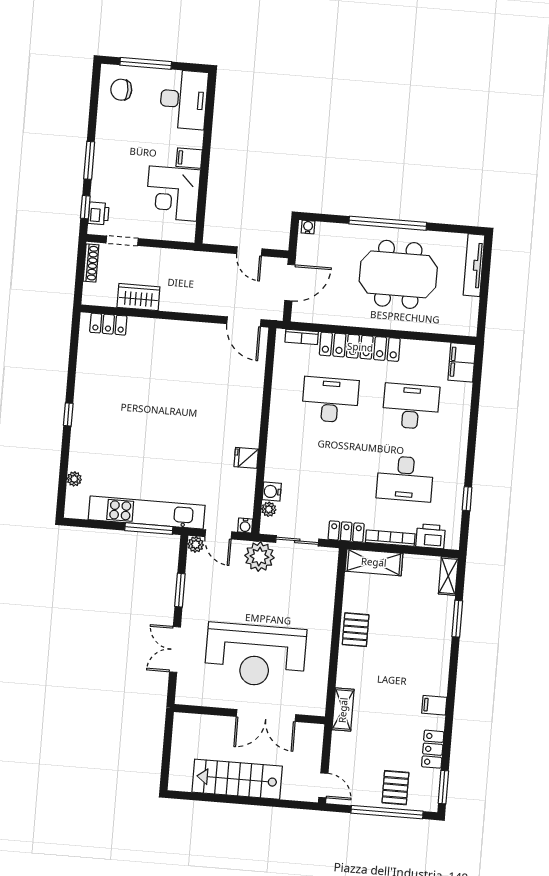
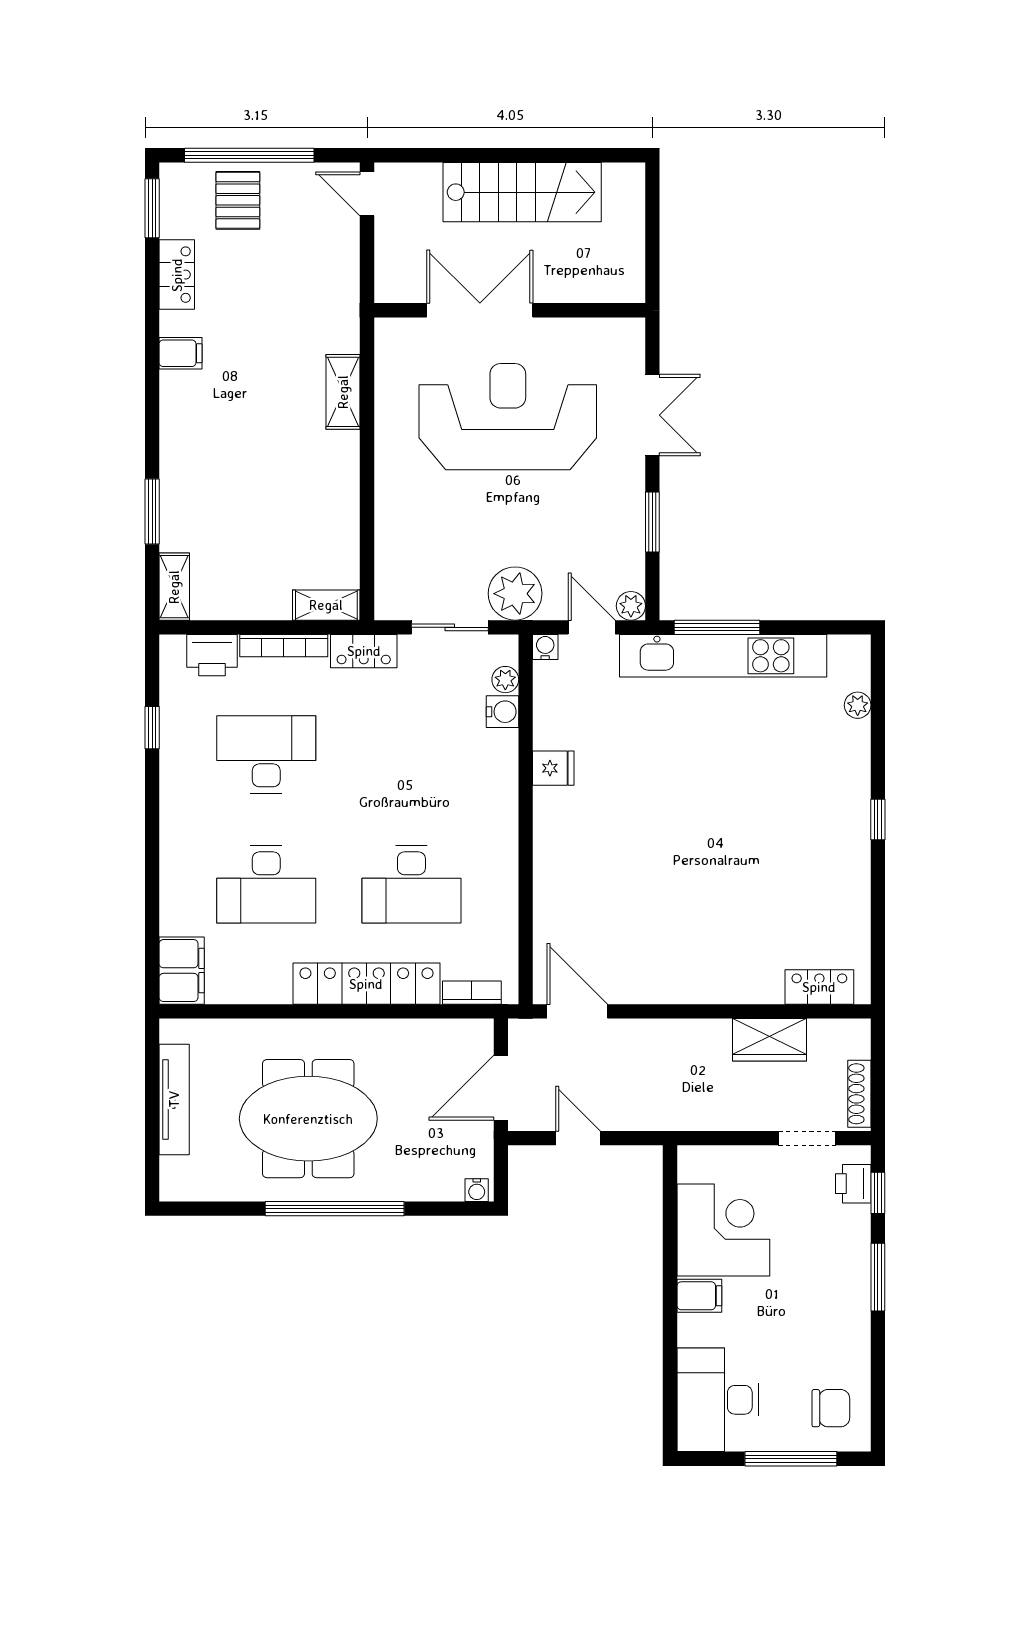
tv unit: (474, 265) -> (174, 1099), moved
shelving: (374, 562) -> (326, 605), width x0.67, depth x0.75
pallet: (356, 630) -> (332, 477), removed
shelving: (343, 710) -> (343, 392), moved

